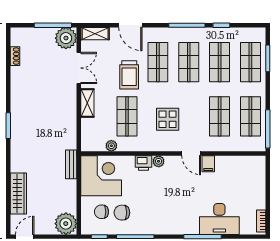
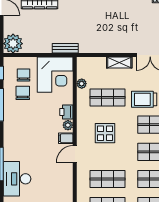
filing cabinet: (208, 164) -> (66, 138), moved

